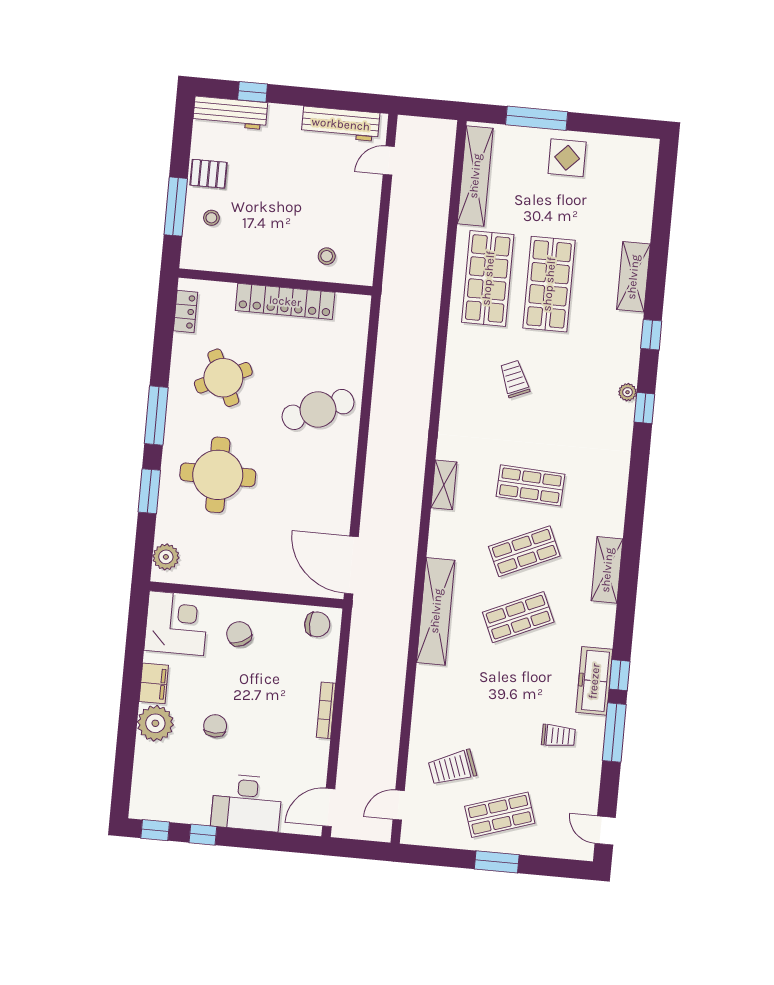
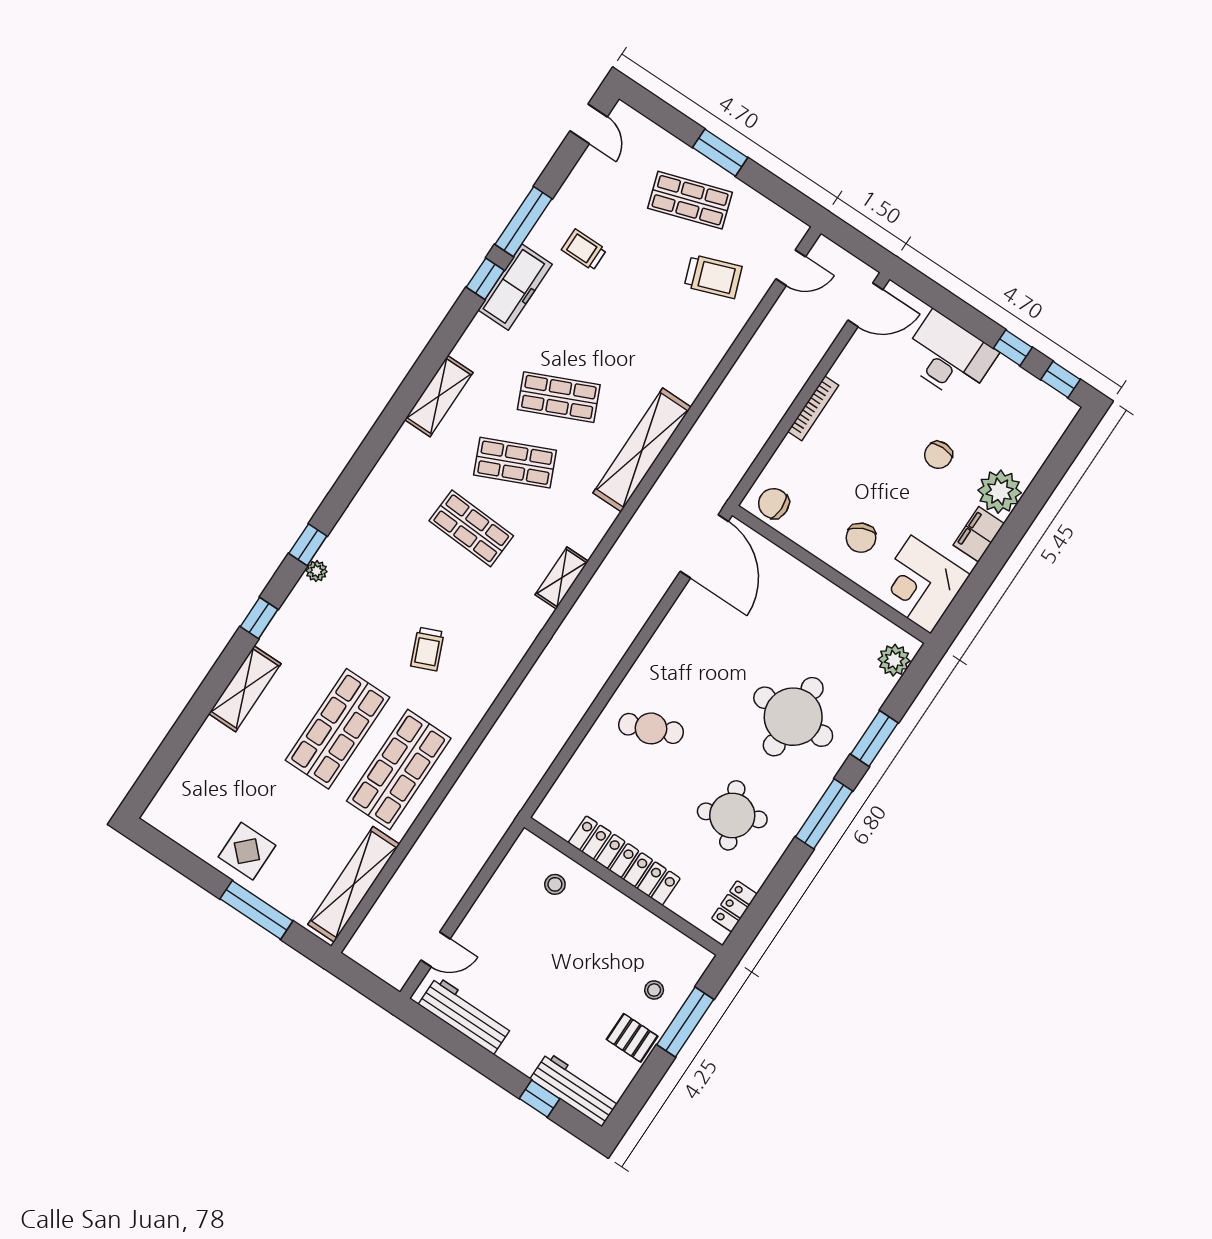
cafe table: (318, 409) -> (651, 728), width x0.73, depth x0.74

